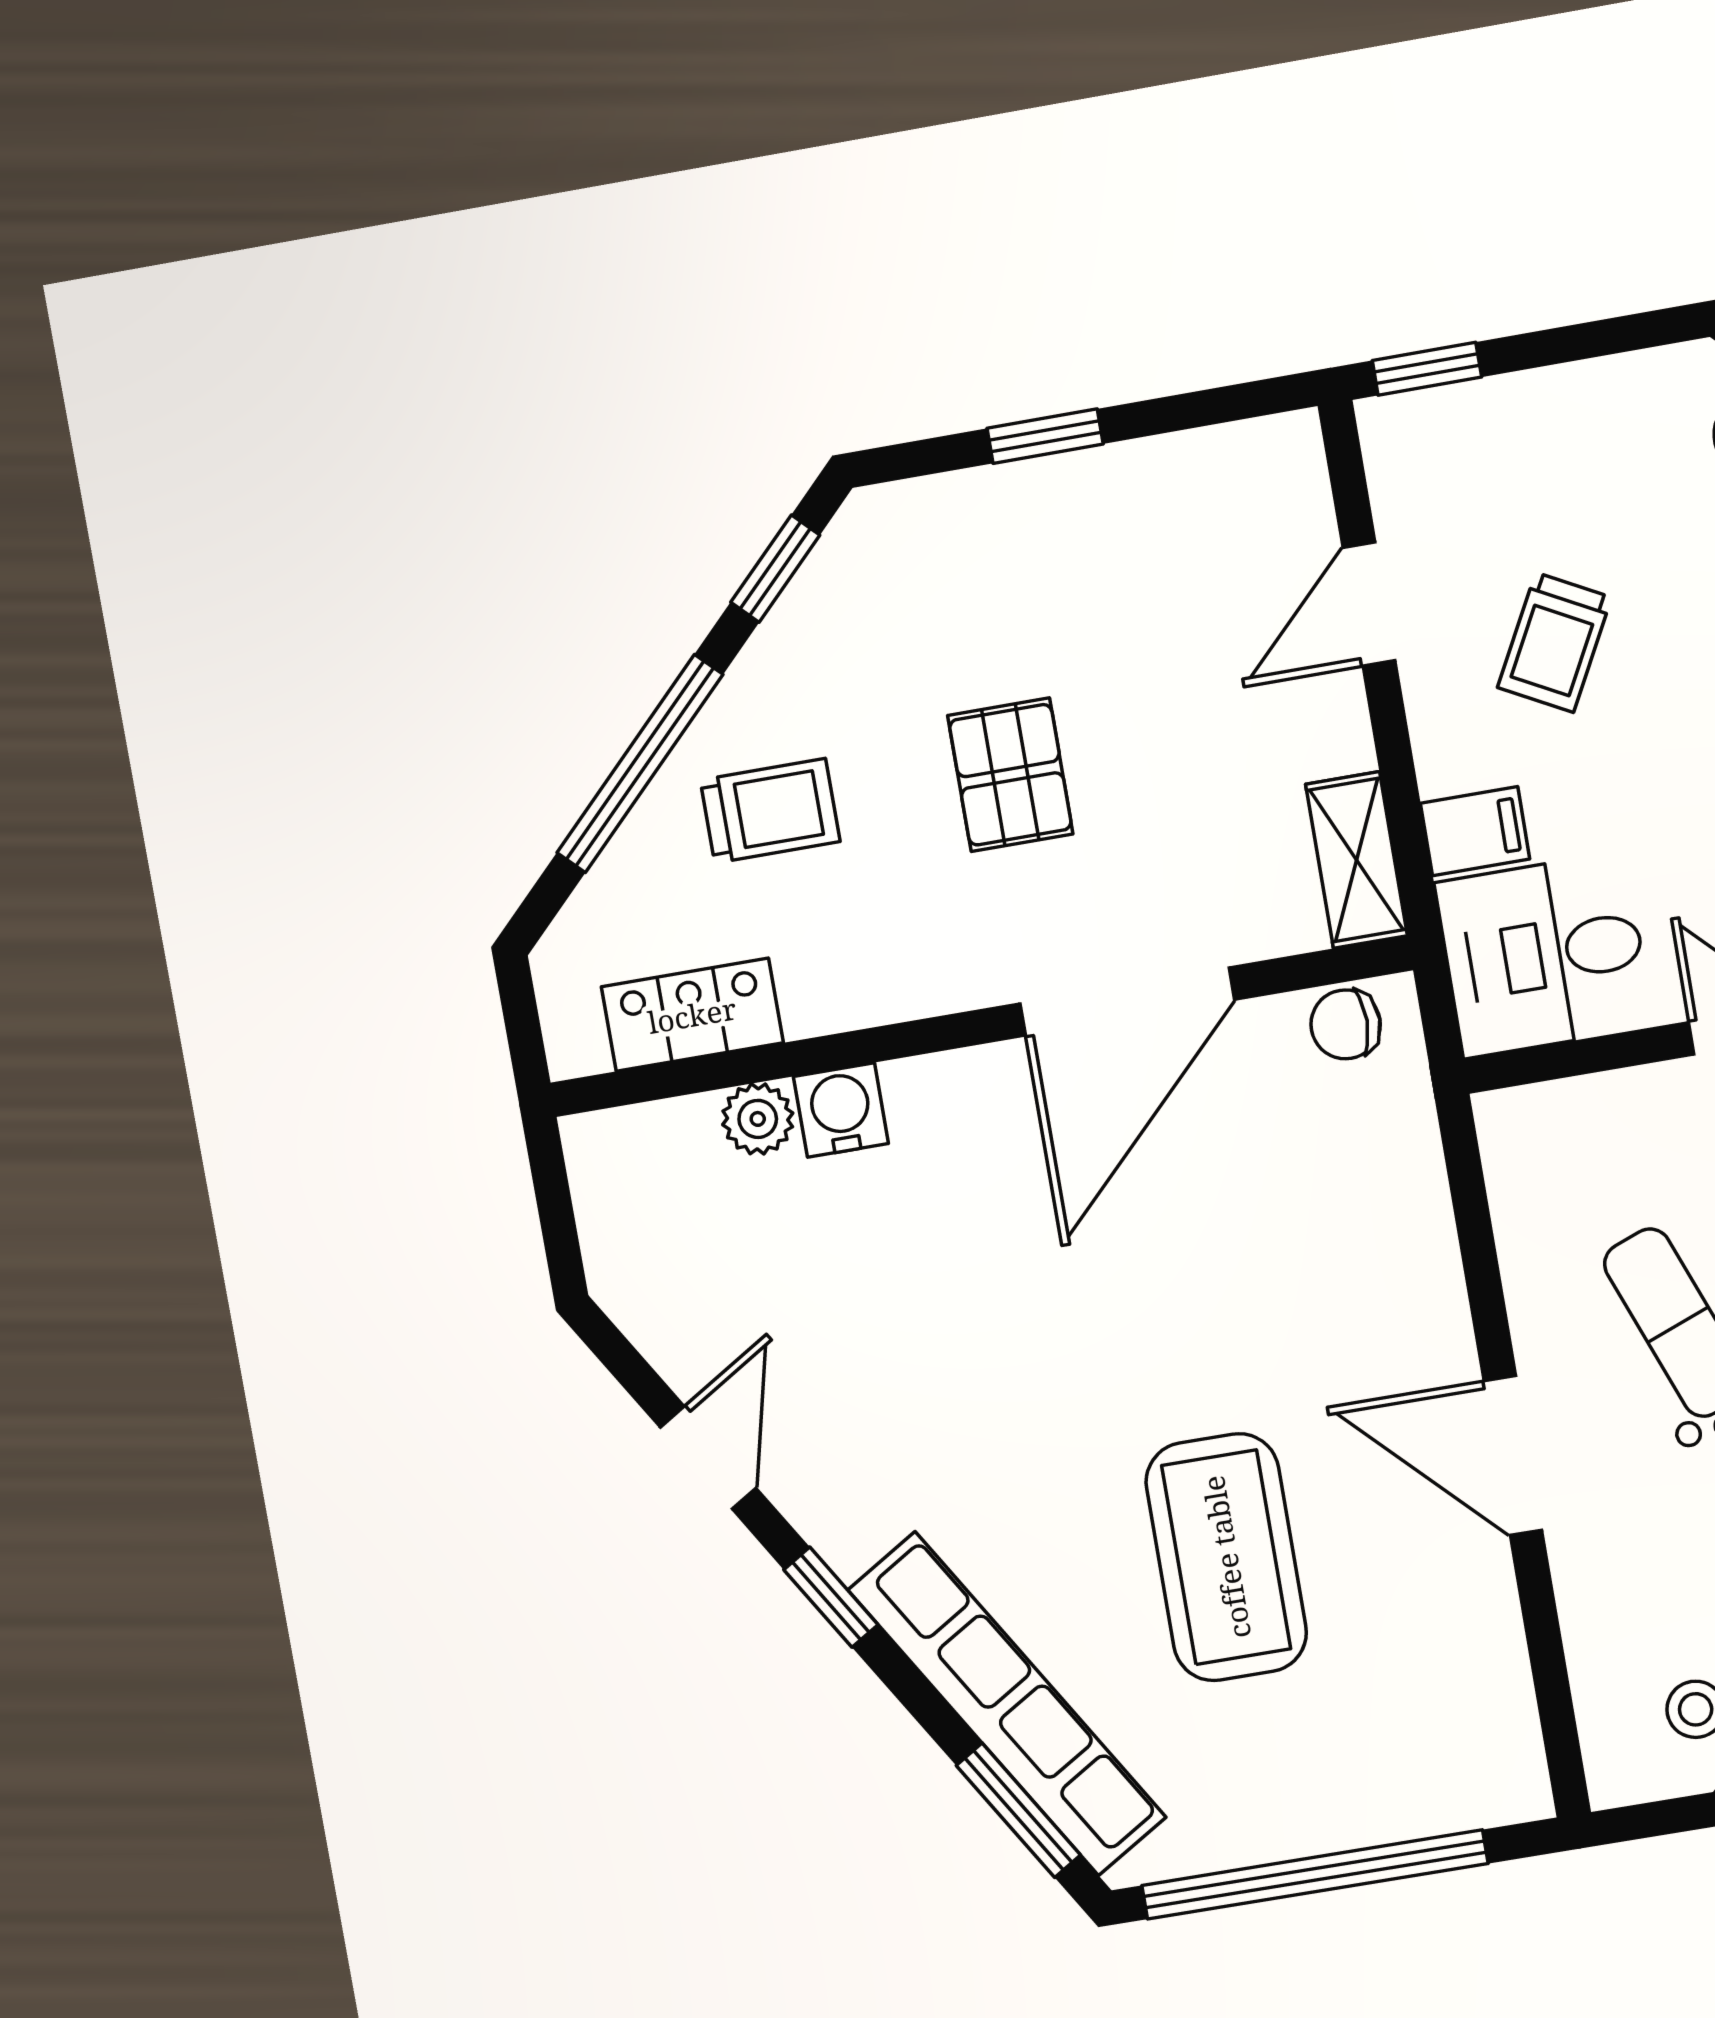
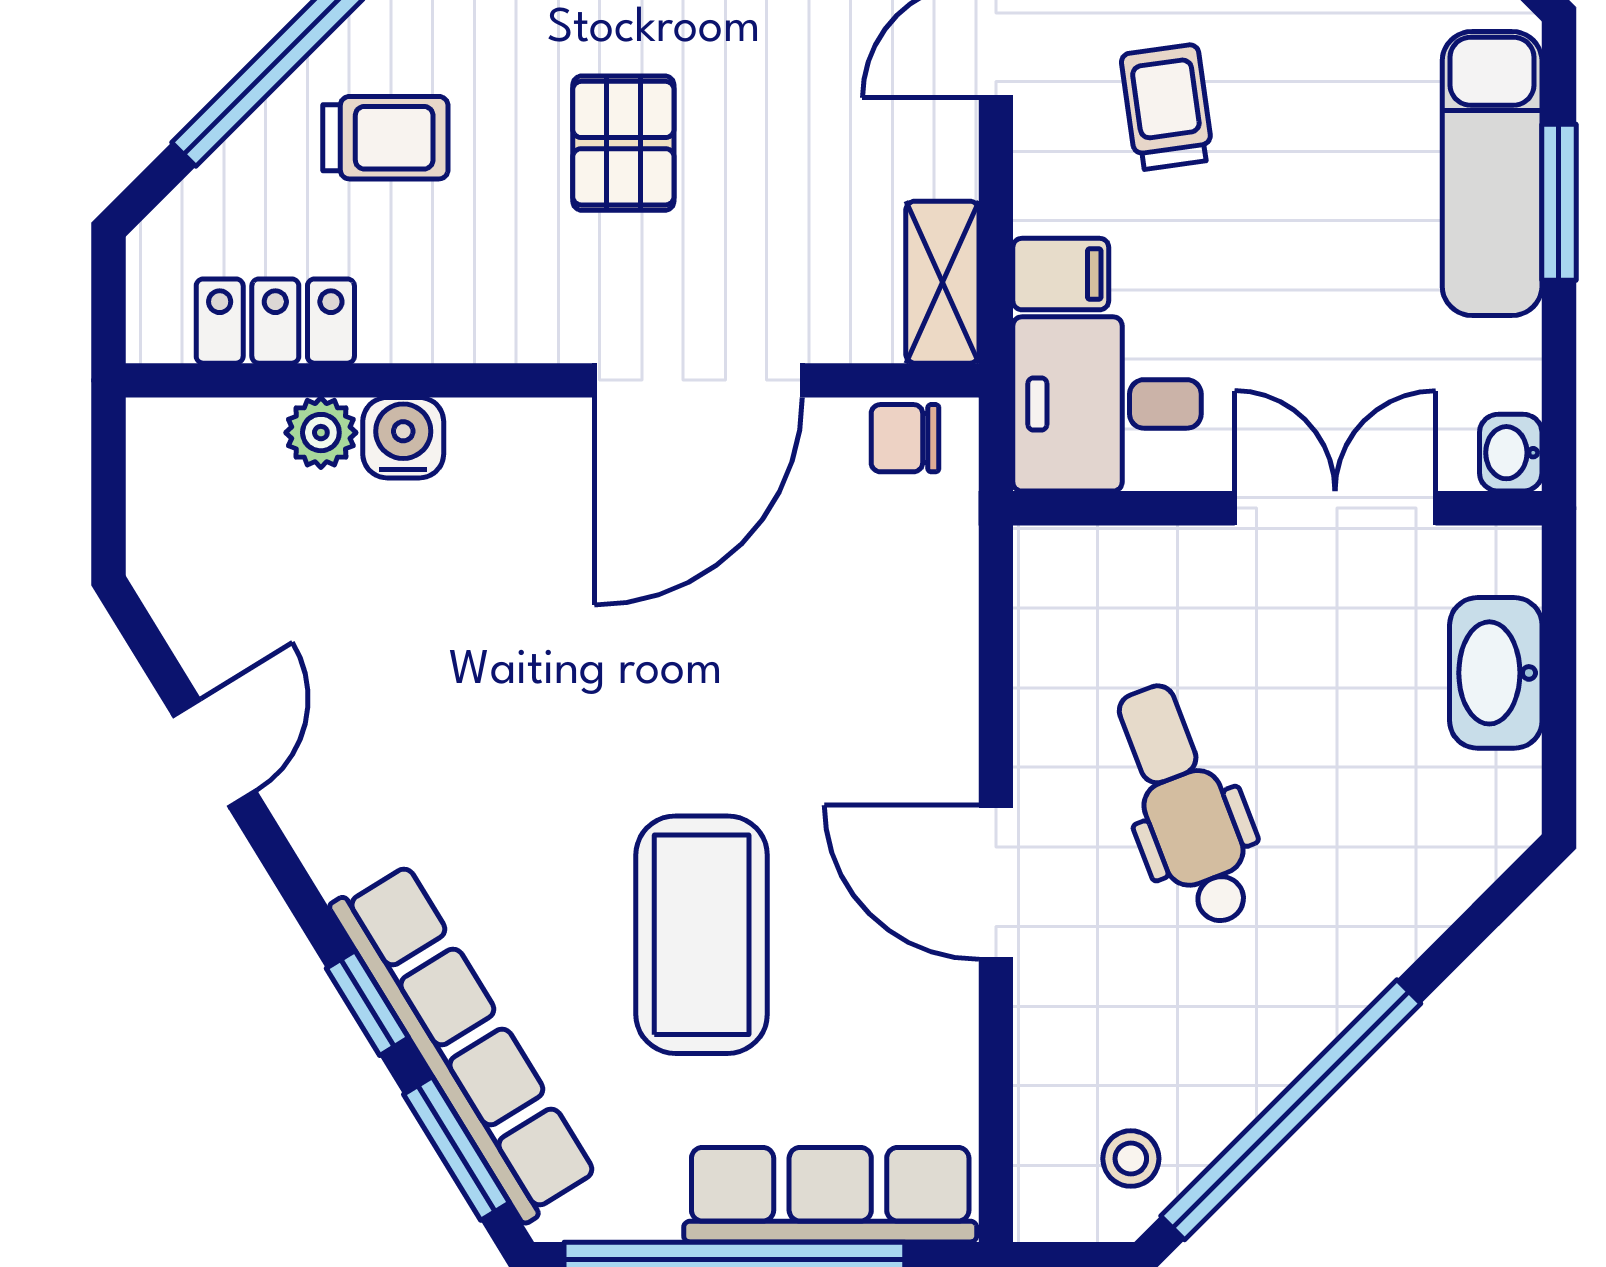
trolley: (1555, 642) -> (1167, 107), turned 144
window: (831, 1597) -> (367, 1003), moved
row of seats: (1400, 1795) -> (830, 1195), added

